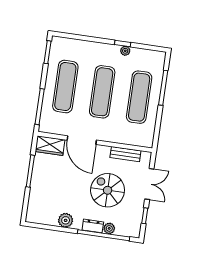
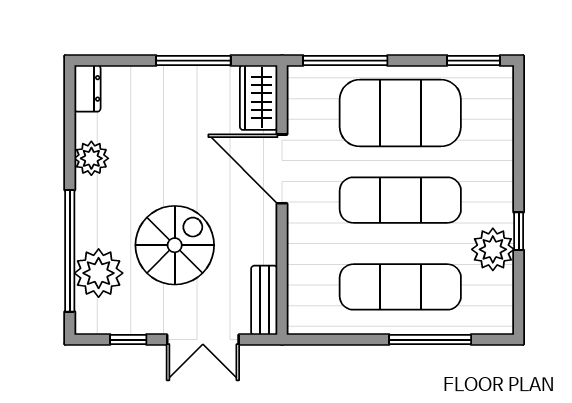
plant: (125, 51) -> (493, 249), width x1.88, depth x1.88
exercise mat: (65, 86) -> (400, 113), width x1.47
door: (82, 140) -> (282, 169), hinge flipped
bench: (125, 154) -> (264, 300), moved
dresser: (93, 226) -> (87, 88), moved
plant: (109, 228) -> (99, 273), width x1.87, depth x1.87

